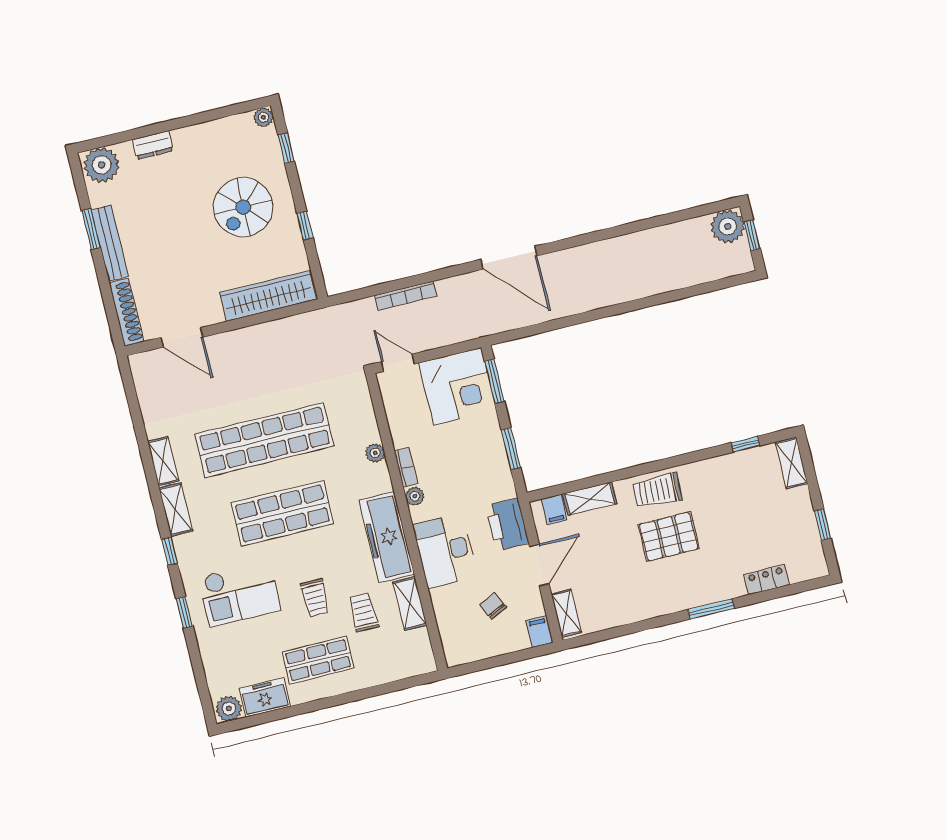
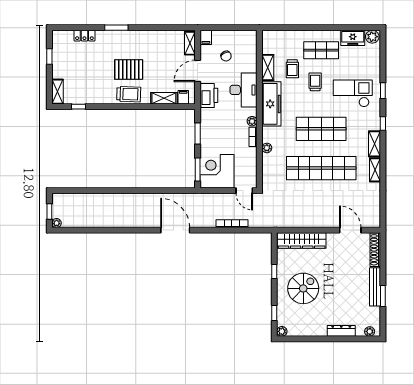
dresser: (153, 145) -> (341, 331), width x1.44
plant: (102, 165) -> (370, 331), width x0.53, depth x0.53
plant: (728, 226) -> (57, 223), width x0.53, depth x0.53

